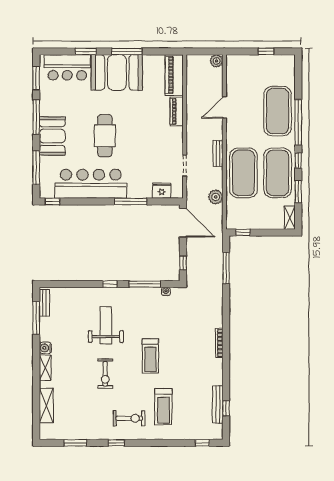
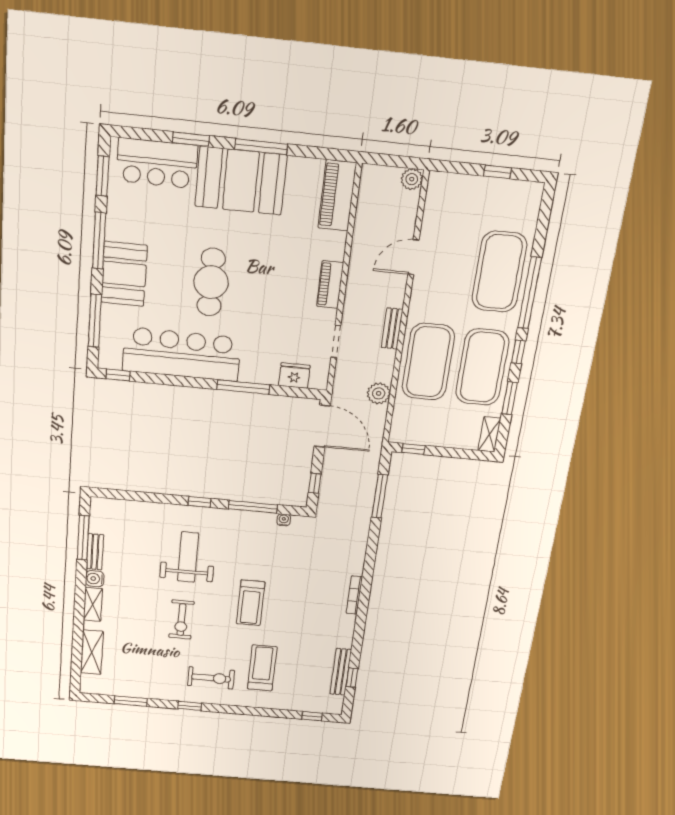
piano: (177, 111) -> (330, 284), moved
bench: (44, 303) -> (95, 552), moved
treadmill: (163, 407) -> (262, 668), turned 180

